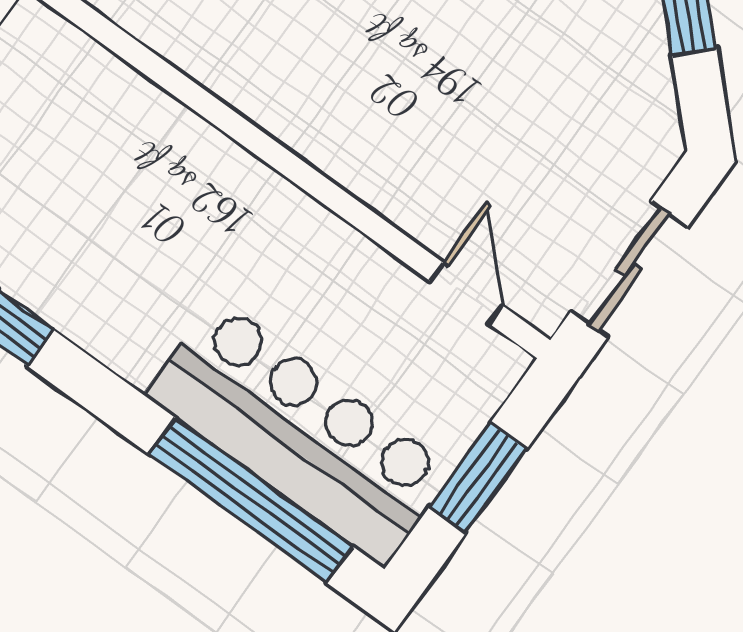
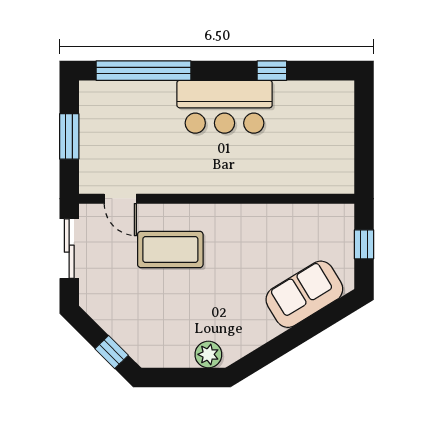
coffee table: (442, 132) -> (170, 249), added
bar counter: (299, 433) -> (225, 107), moved, width x0.73

